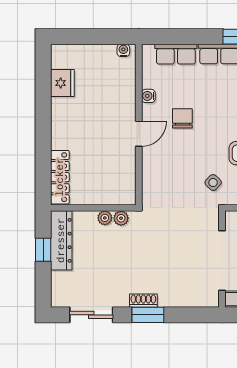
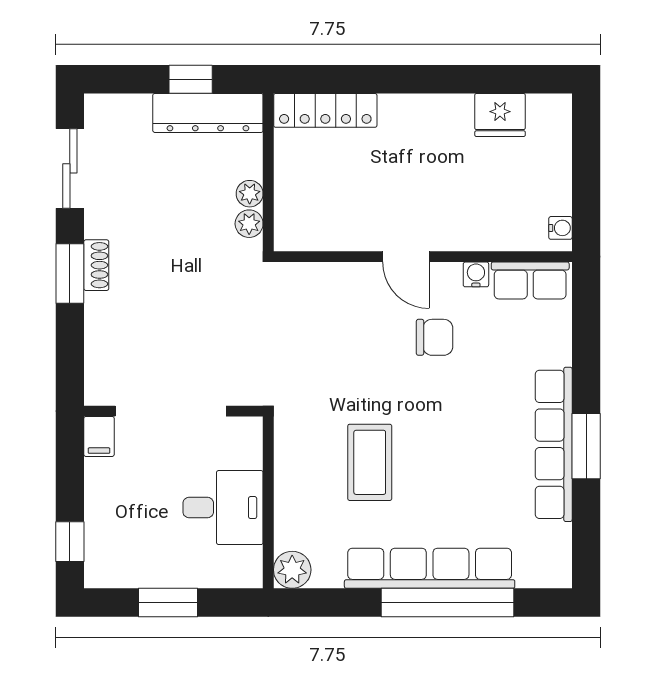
row of seats: (176, 54) -> (530, 280), moved, turned -90
side table: (213, 183) -> (315, 394), removed

